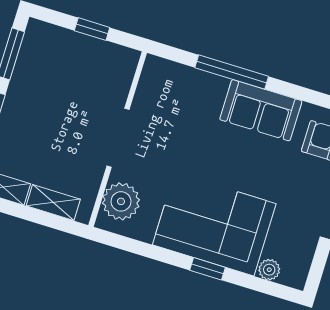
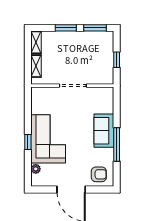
window: (232, 72) -> (117, 145), moved
sofa: (261, 110) -> (104, 131), moved
plant: (121, 201) -> (46, 95), removed

